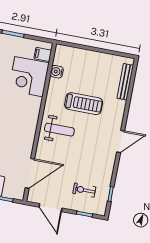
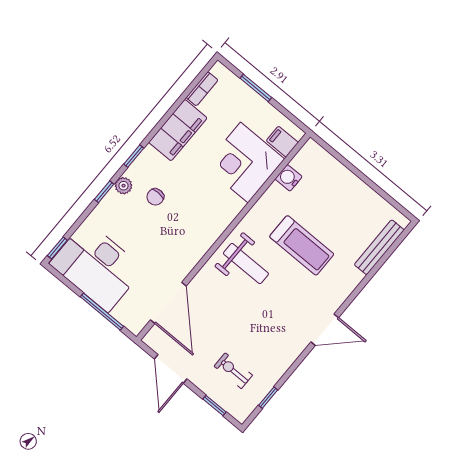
door: (30, 173) -> (168, 303), hinge flipped

